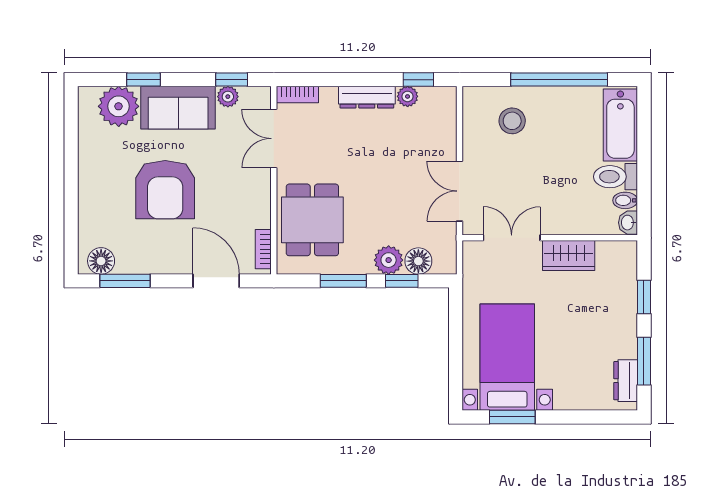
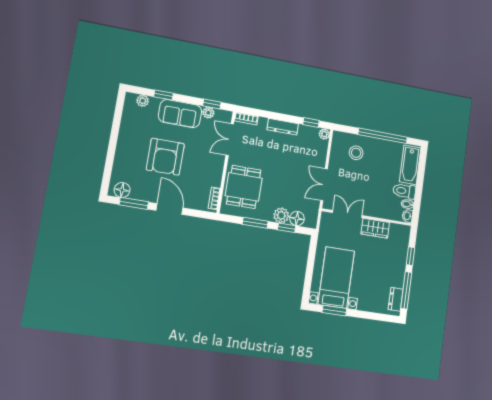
plant: (408, 96) -> (324, 134), moved
plant: (119, 106) -> (143, 101), width x0.53, depth x0.53
door: (216, 281) -> (170, 209), moved
window: (644, 361) -> (406, 290), width x1.44

